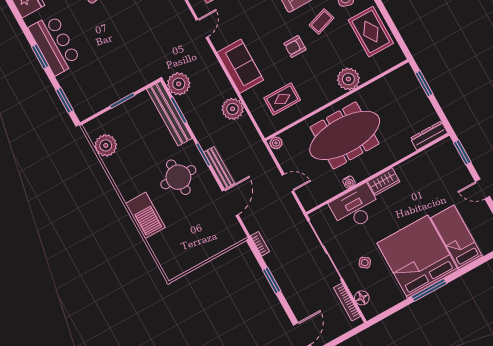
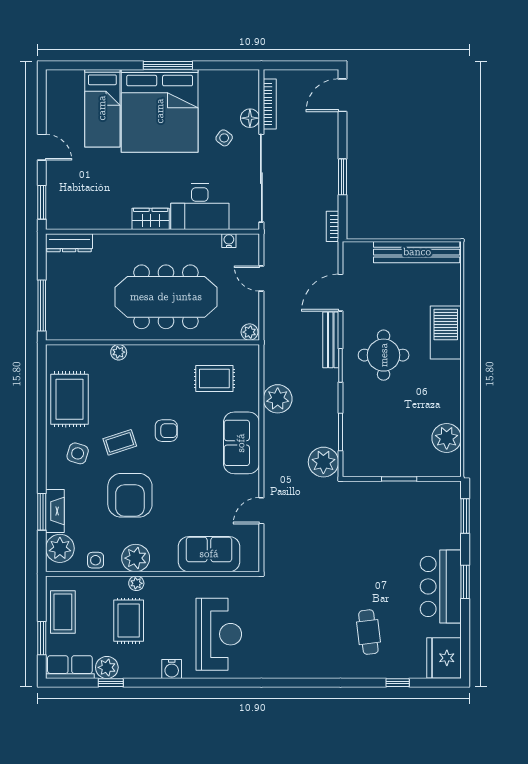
plant: (348, 79) -> (119, 352), width x0.53, depth x0.53
window: (424, 84) -> (42, 306), width x1.44
bench: (169, 114) -> (417, 252), moved, turned 90
water cooler: (349, 182) -> (229, 241), moved
floor lamp: (362, 298) -> (250, 118), moved

